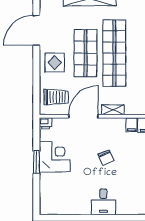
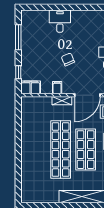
filing cabinet: (131, 125) -> (57, 88), moved
desk: (103, 202) -> (60, 21), moved

